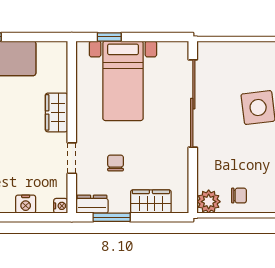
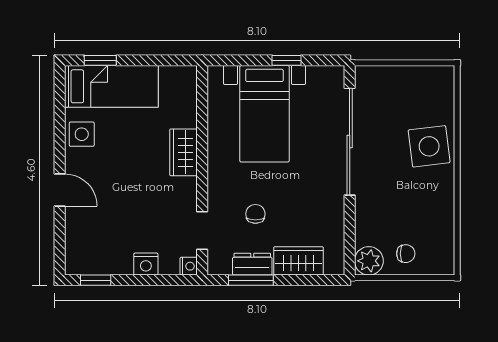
window: (109, 37) -> (287, 60), moved
doorway: (72, 158) -> (202, 230), moved
dresser: (92, 204) -> (252, 264), moved

